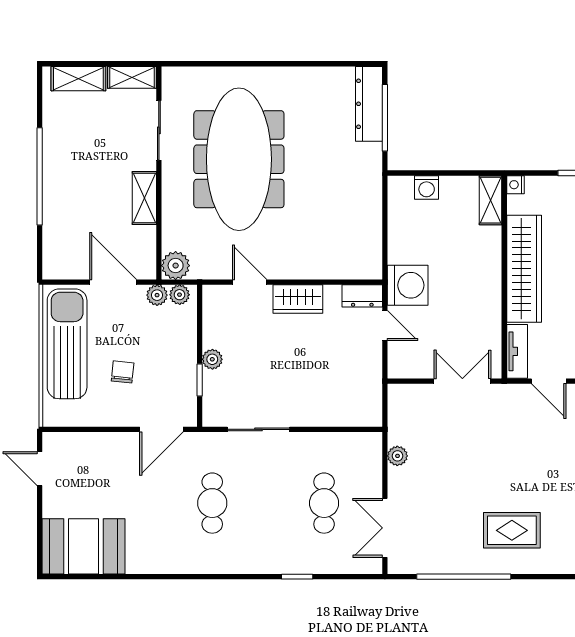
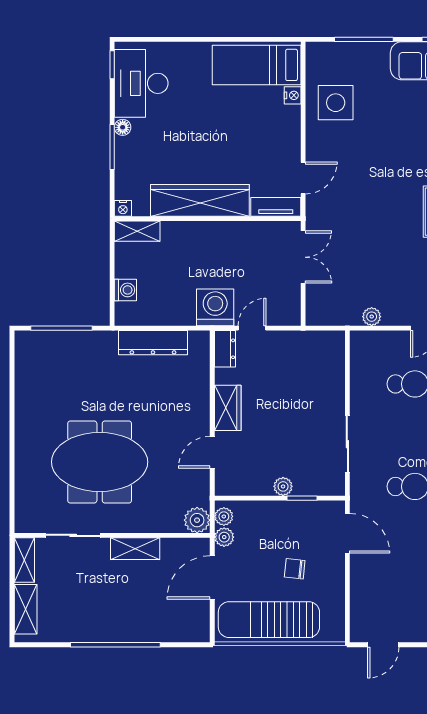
dresser: (369, 104) -> (153, 343), moved
meeting table: (239, 159) -> (100, 462), width x0.73
double door: (462, 381) -> (303, 257), swing flipped

